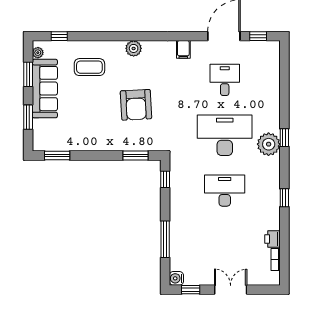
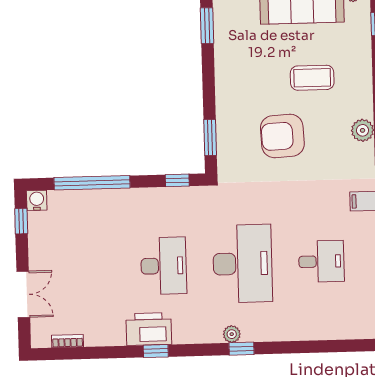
coffee table: (89, 67) -> (312, 78), moved, turned 90
plant: (269, 144) -> (232, 334), width x0.53, depth x0.53
window: (165, 239) -> (92, 183), width x1.46
printer: (272, 239) -> (149, 329), moved, width x1.87, depth x1.48
double door: (231, 290) -> (23, 294), moved

